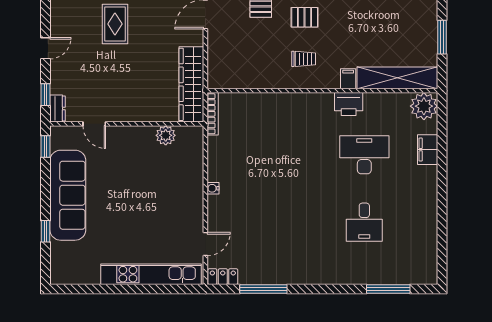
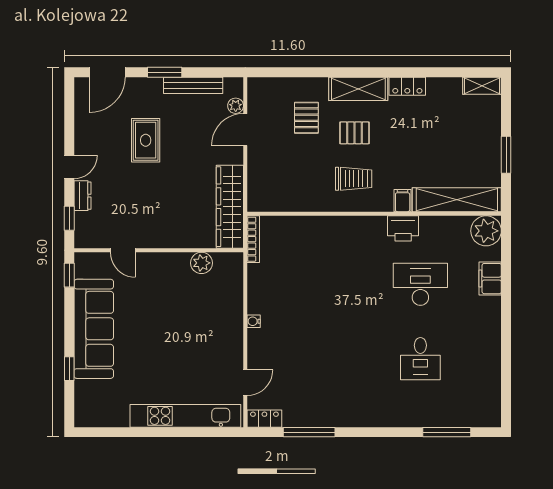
trolley: (304, 59) -> (354, 179), width x1.36, depth x1.39
dresser: (58, 108) -> (82, 196), moved

